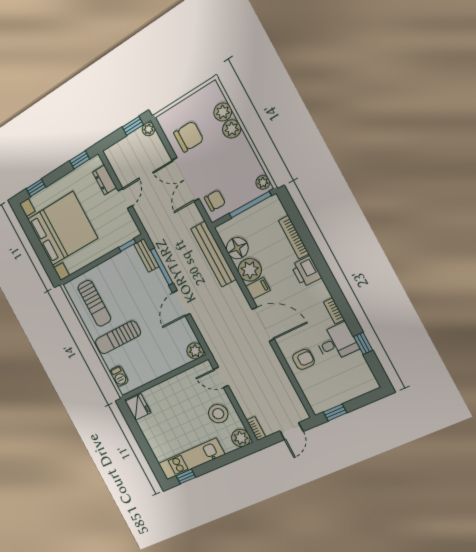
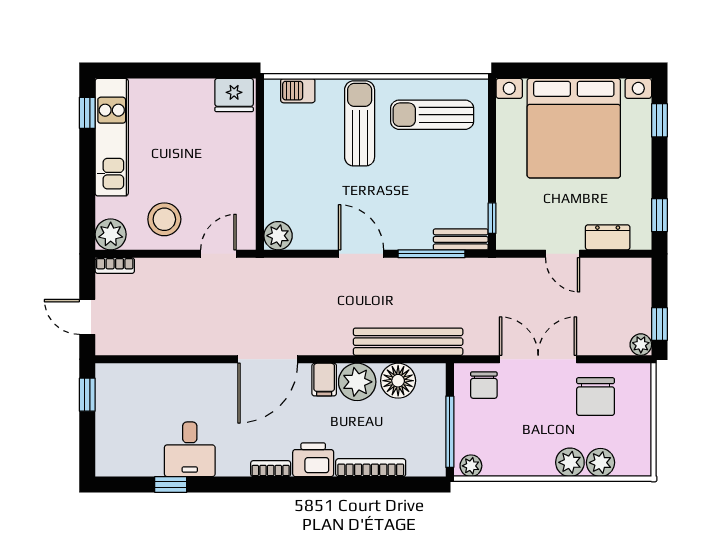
bookcase: (334, 311) -> (271, 469), moved
armchair: (303, 359) -> (187, 390), removed

